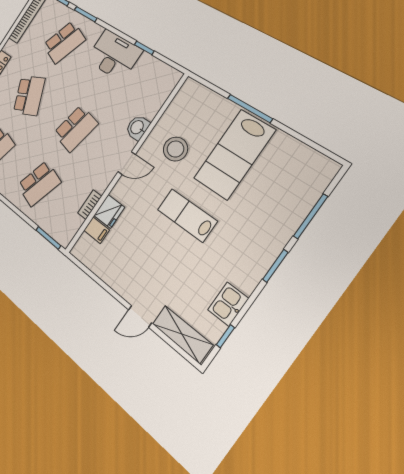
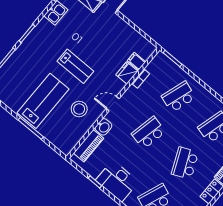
piano: (157, 97) -> (88, 146), added

